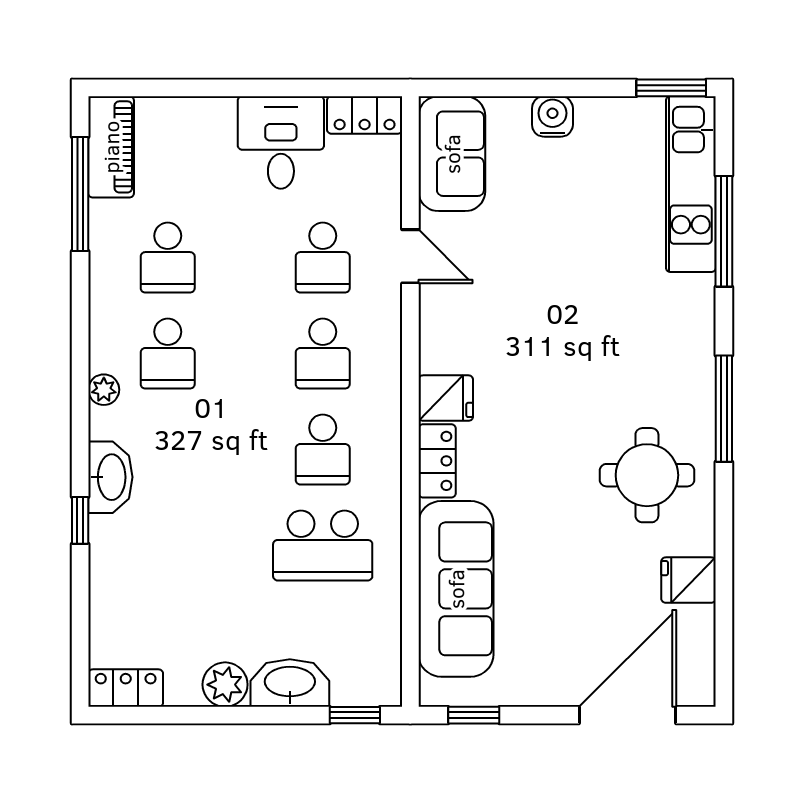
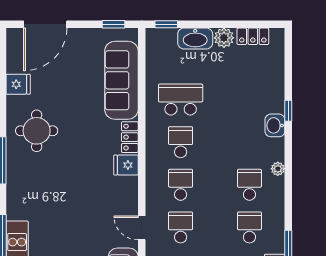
washbasin: (110, 477) -> (275, 125), width x0.72
locker: (126, 688) -> (253, 36), moved

